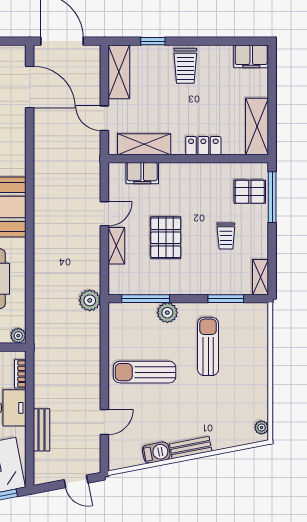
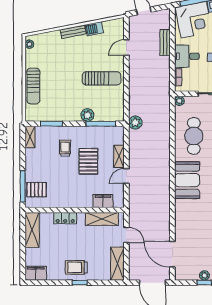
window: (153, 41) -> (80, 283), moved
trolley: (185, 66) -> (76, 267), turned -90
trolley: (226, 236) -> (65, 148), moved
sun lounger: (208, 346) -> (33, 86), moved

